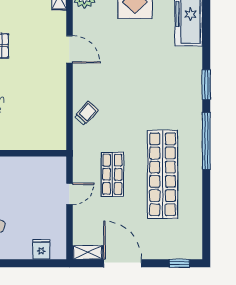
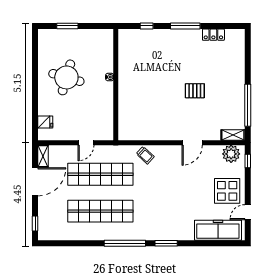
shop shelf: (112, 174) -> (100, 174), width x2.00, depth x1.36
door: (69, 194) -> (86, 143), hinge flipped

